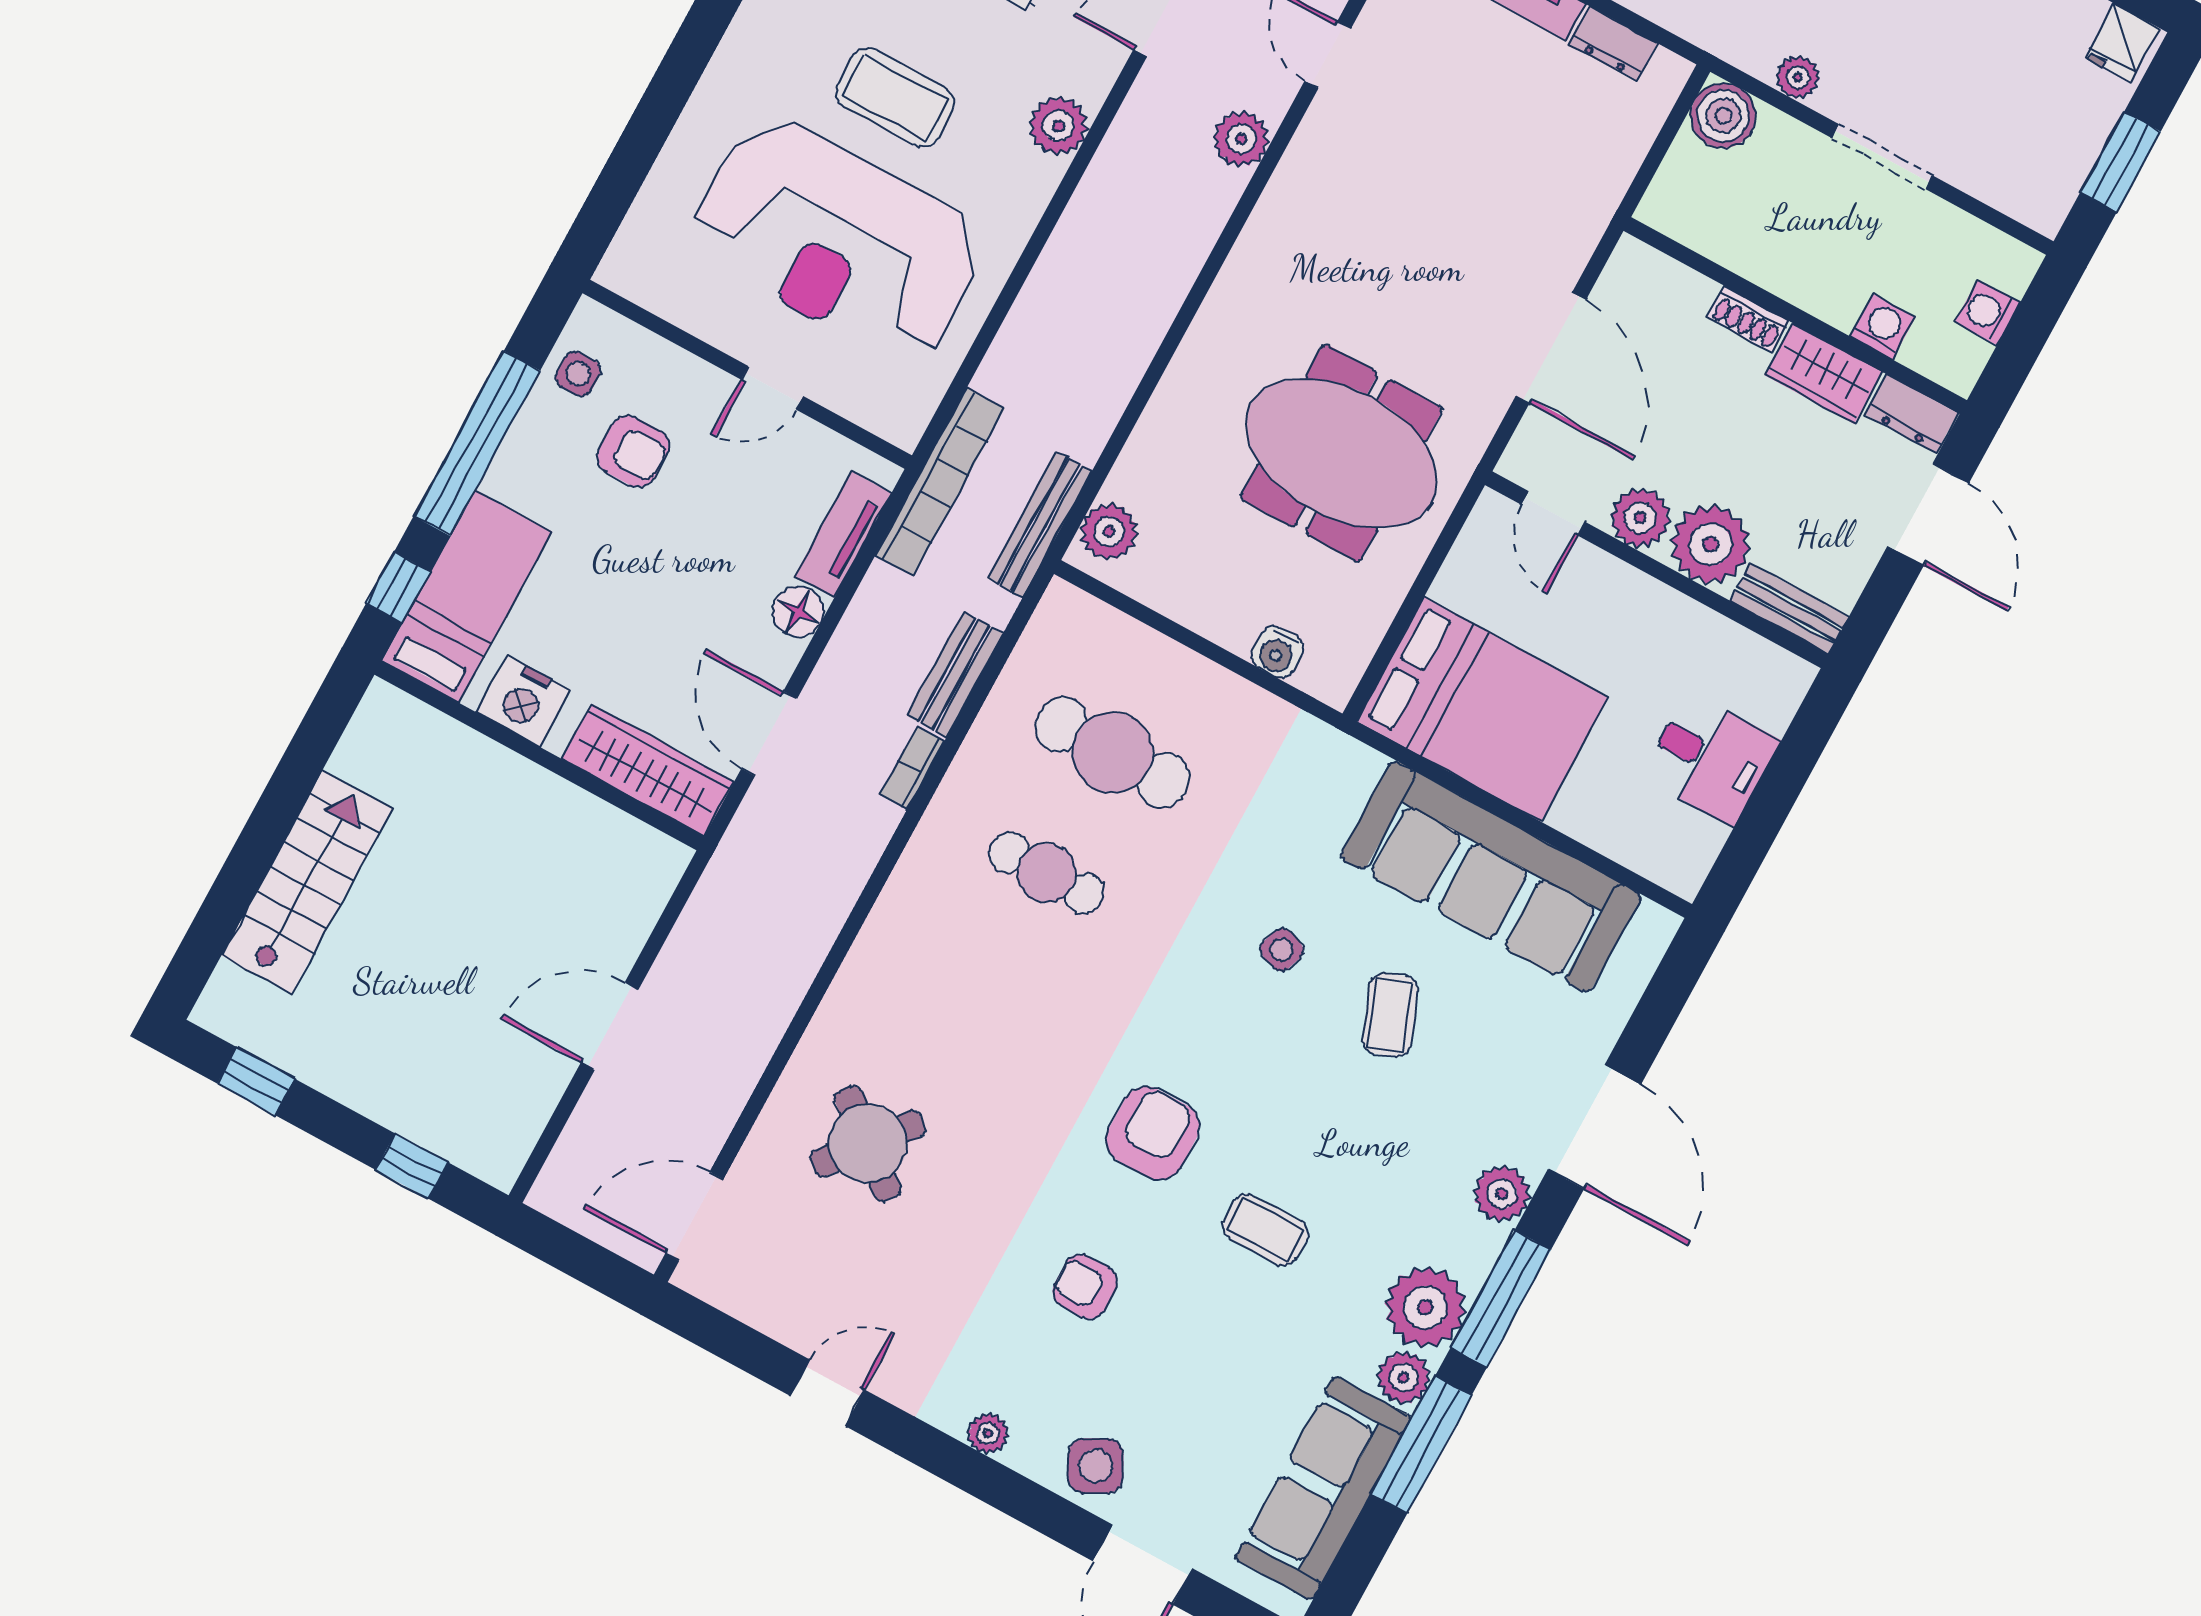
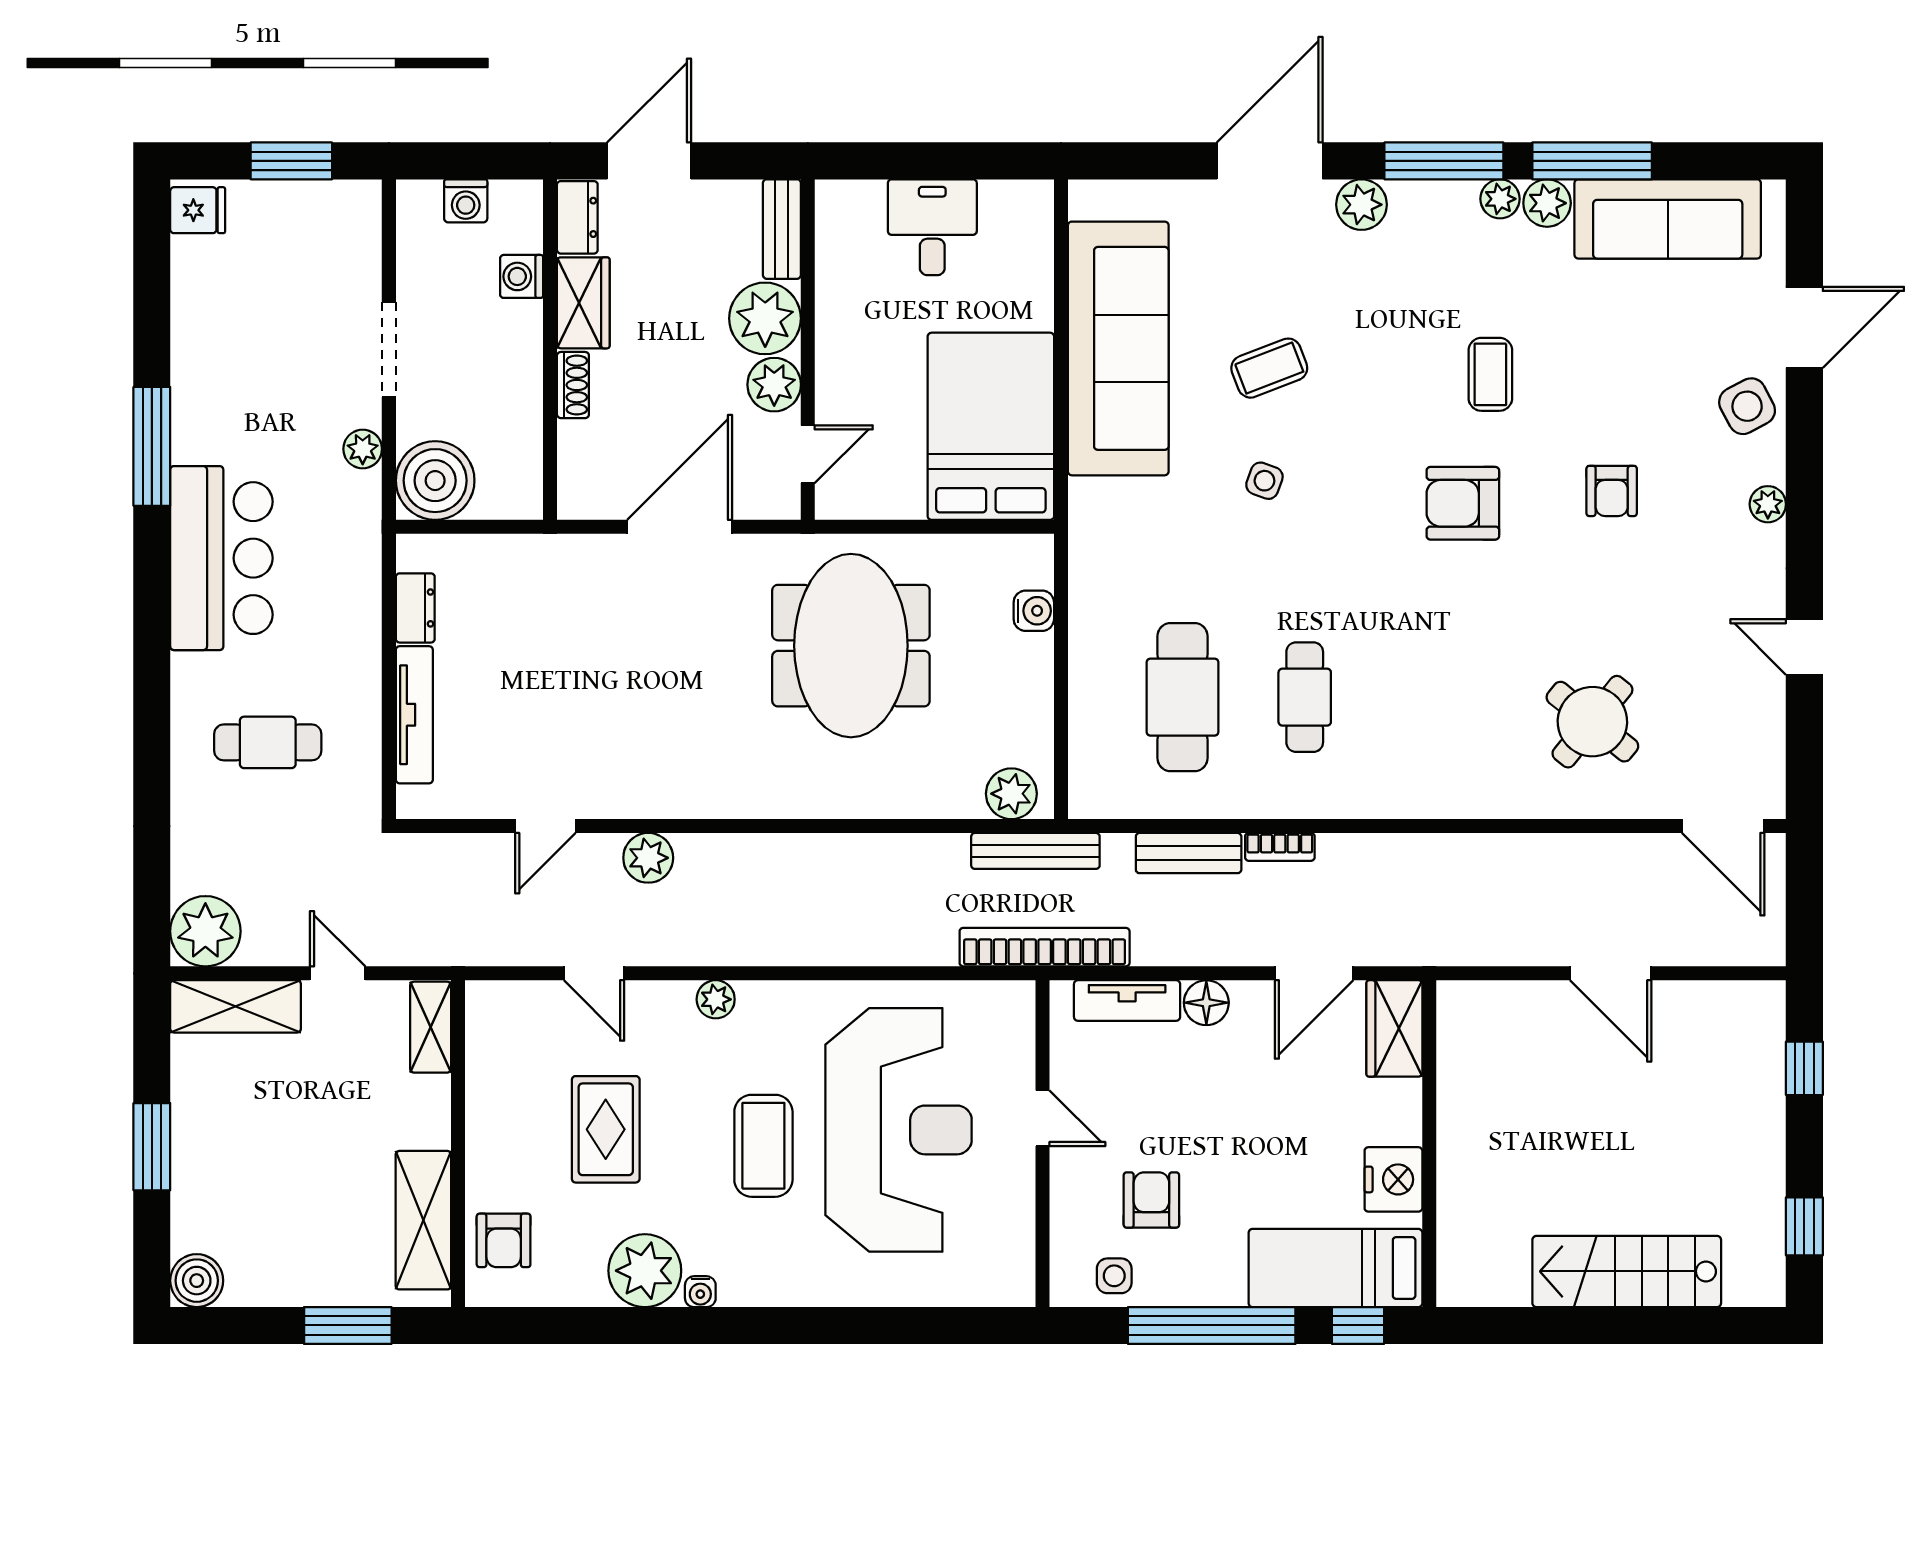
boiler: (1723, 116) -> (435, 481), width x1.37, depth x1.37
plant: (1058, 126) -> (716, 999), width x0.73, depth x0.73
wardrobe: (648, 770) -> (1394, 1028), width x0.67
plant: (1425, 1307) -> (1500, 199), width x0.53, depth x0.53

